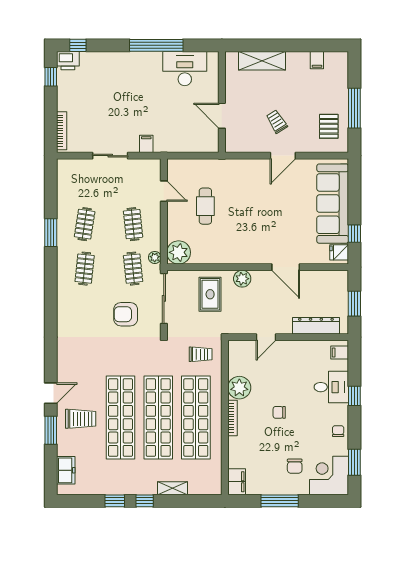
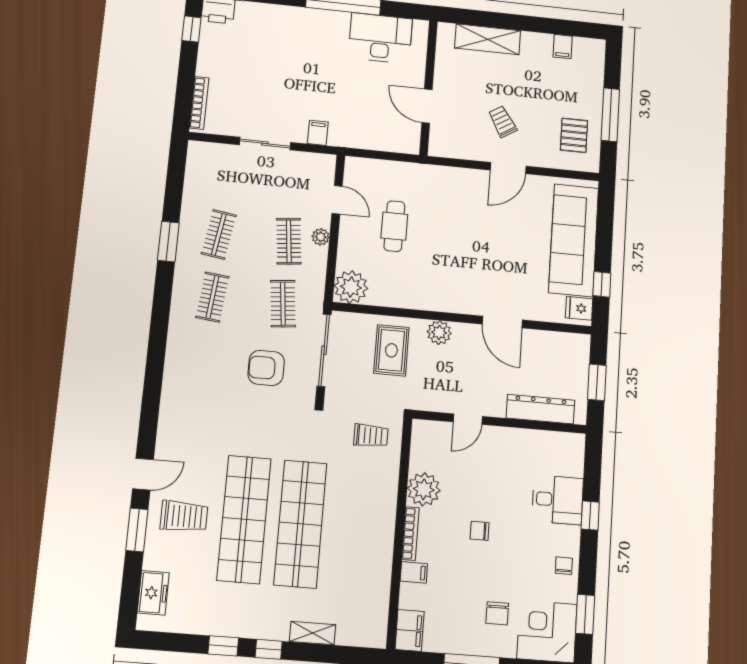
plant: (155, 257) -> (321, 237), moved
filing cabinet: (340, 353) -> (414, 572), moved, turned 180
shop shelf: (196, 418) -> (356, 528), removed

